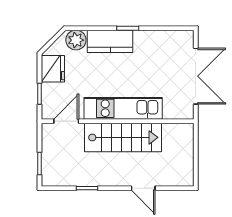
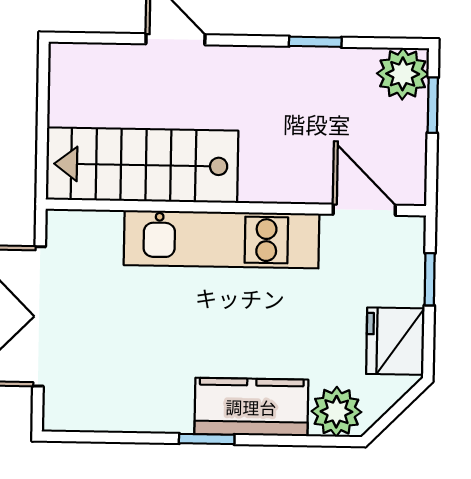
door: (66, 121) -> (364, 210), swing flipped
stairs: (123, 137) -> (142, 165), moved
plant: (52, 176) -> (403, 74), added

